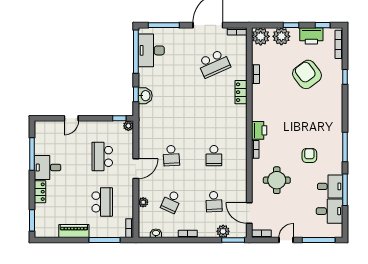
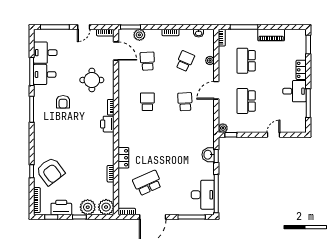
armchair: (307, 74) -> (50, 171), moved
school desk: (102, 156) -> (246, 101), turned 180

